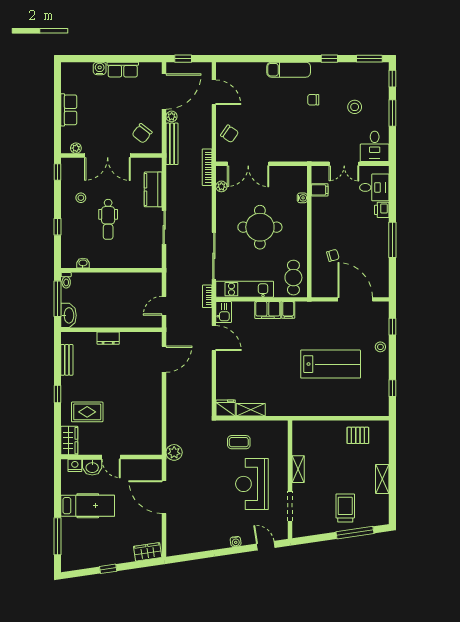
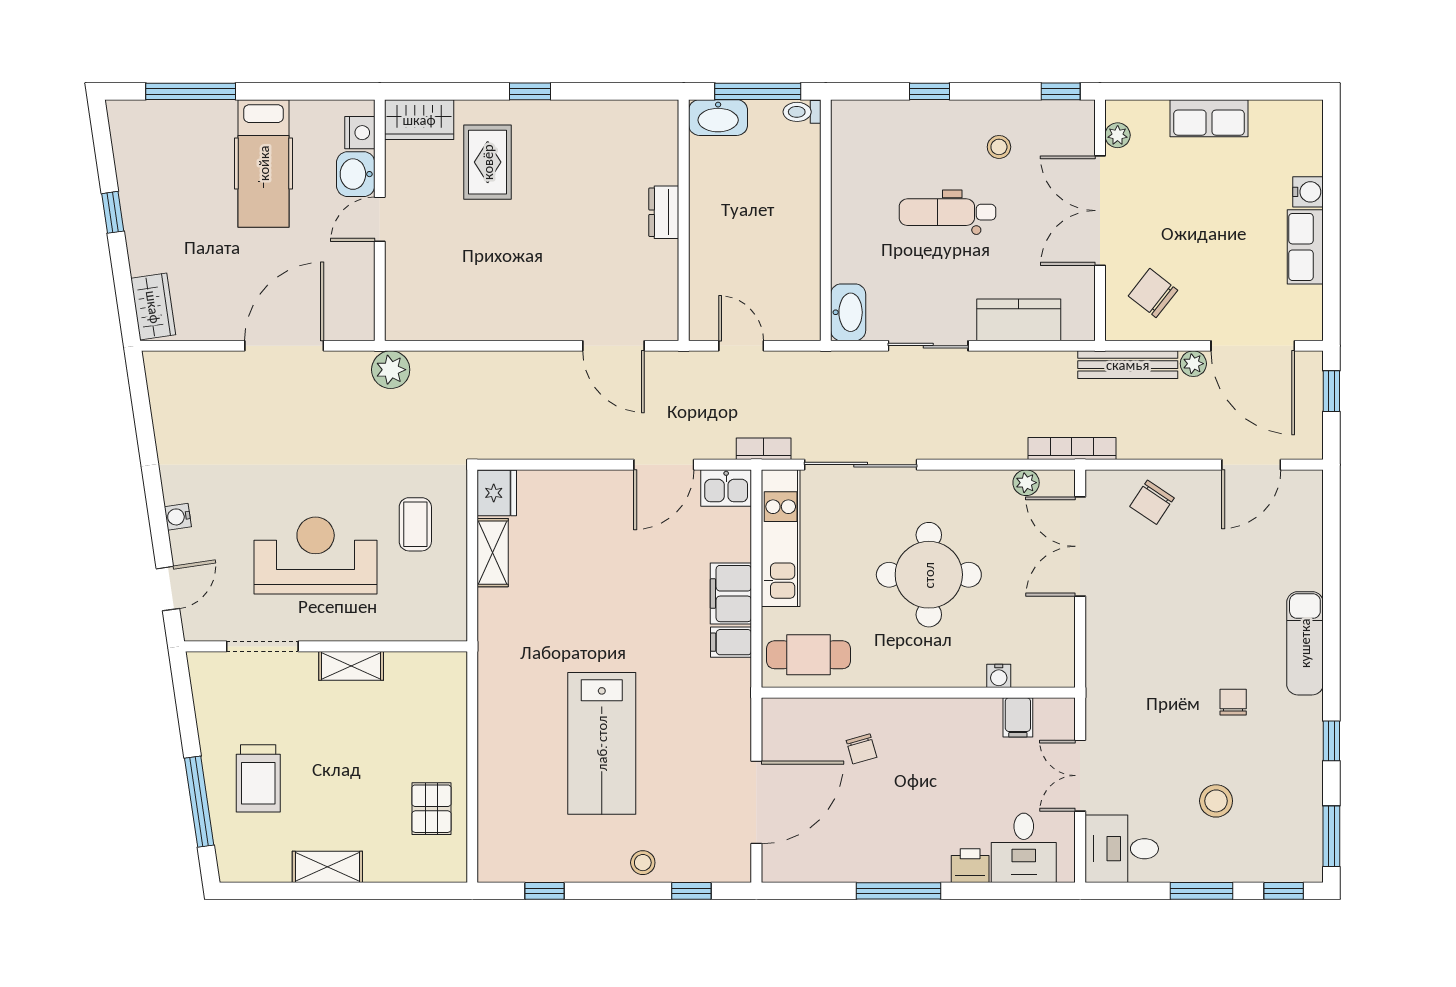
washbasin: (83, 263) -> (848, 312), moved, width x1.91, depth x1.45
bench: (67, 360) -> (612, 114), removed
trolley: (345, 508) -> (258, 778), turned 90

